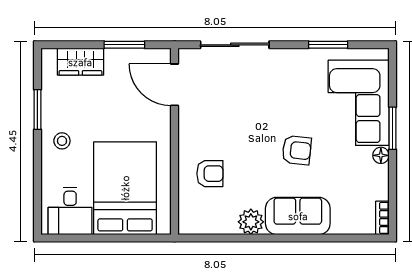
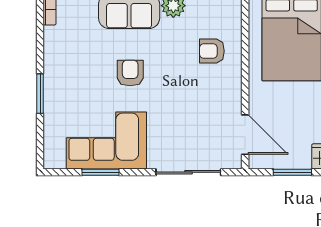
corner sofa: (359, 103) -> (106, 140), moved, turned -90
armchair: (297, 150) -> (130, 73), turned 84
floor lamp: (381, 155) -> (51, 68), removed

